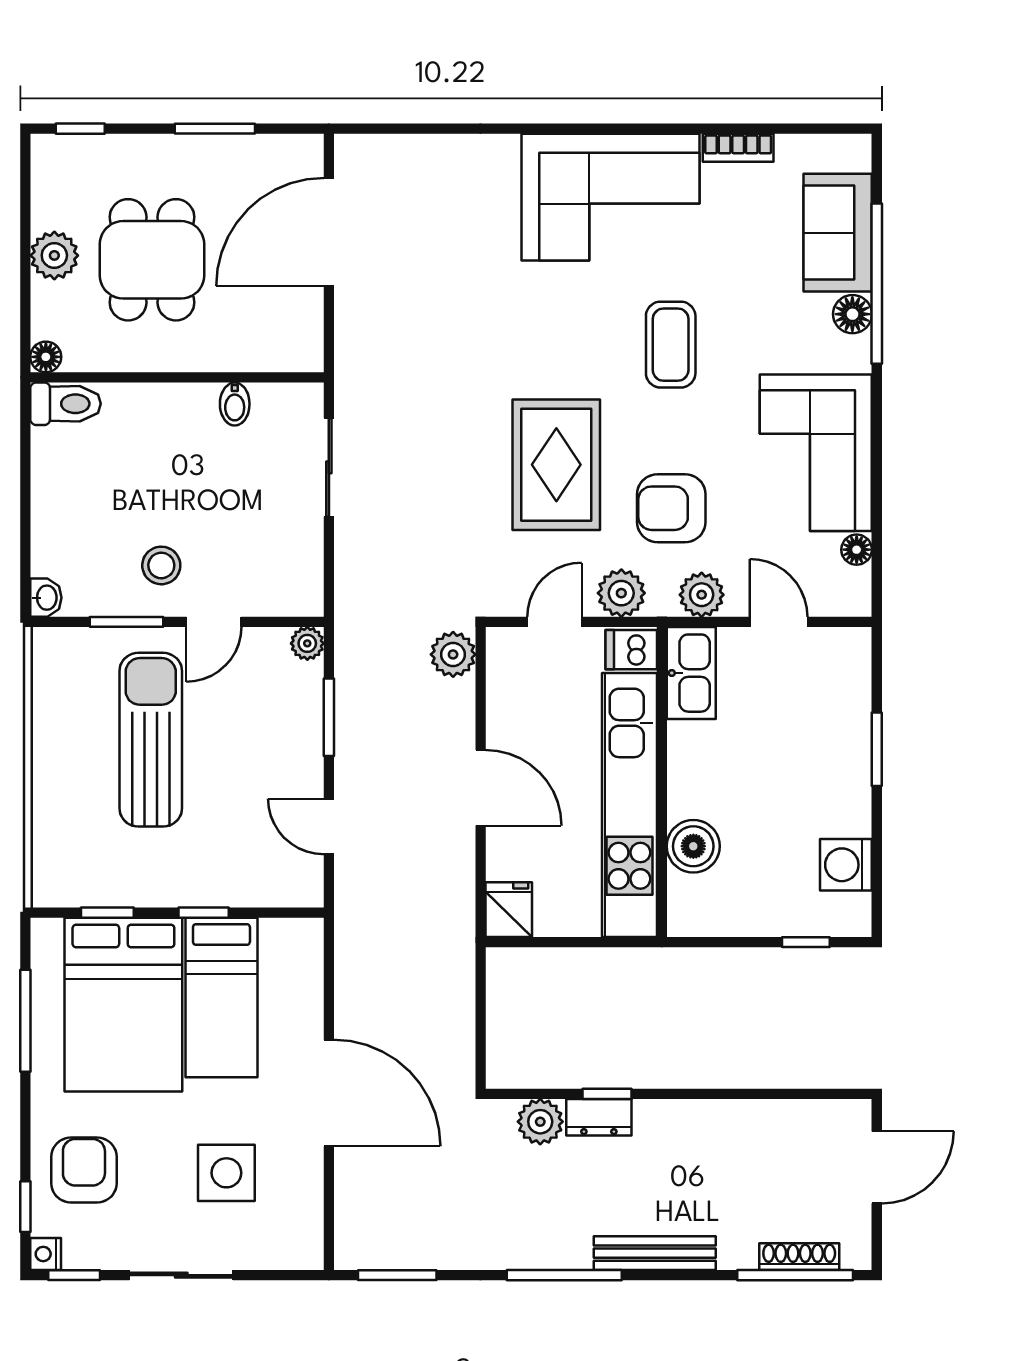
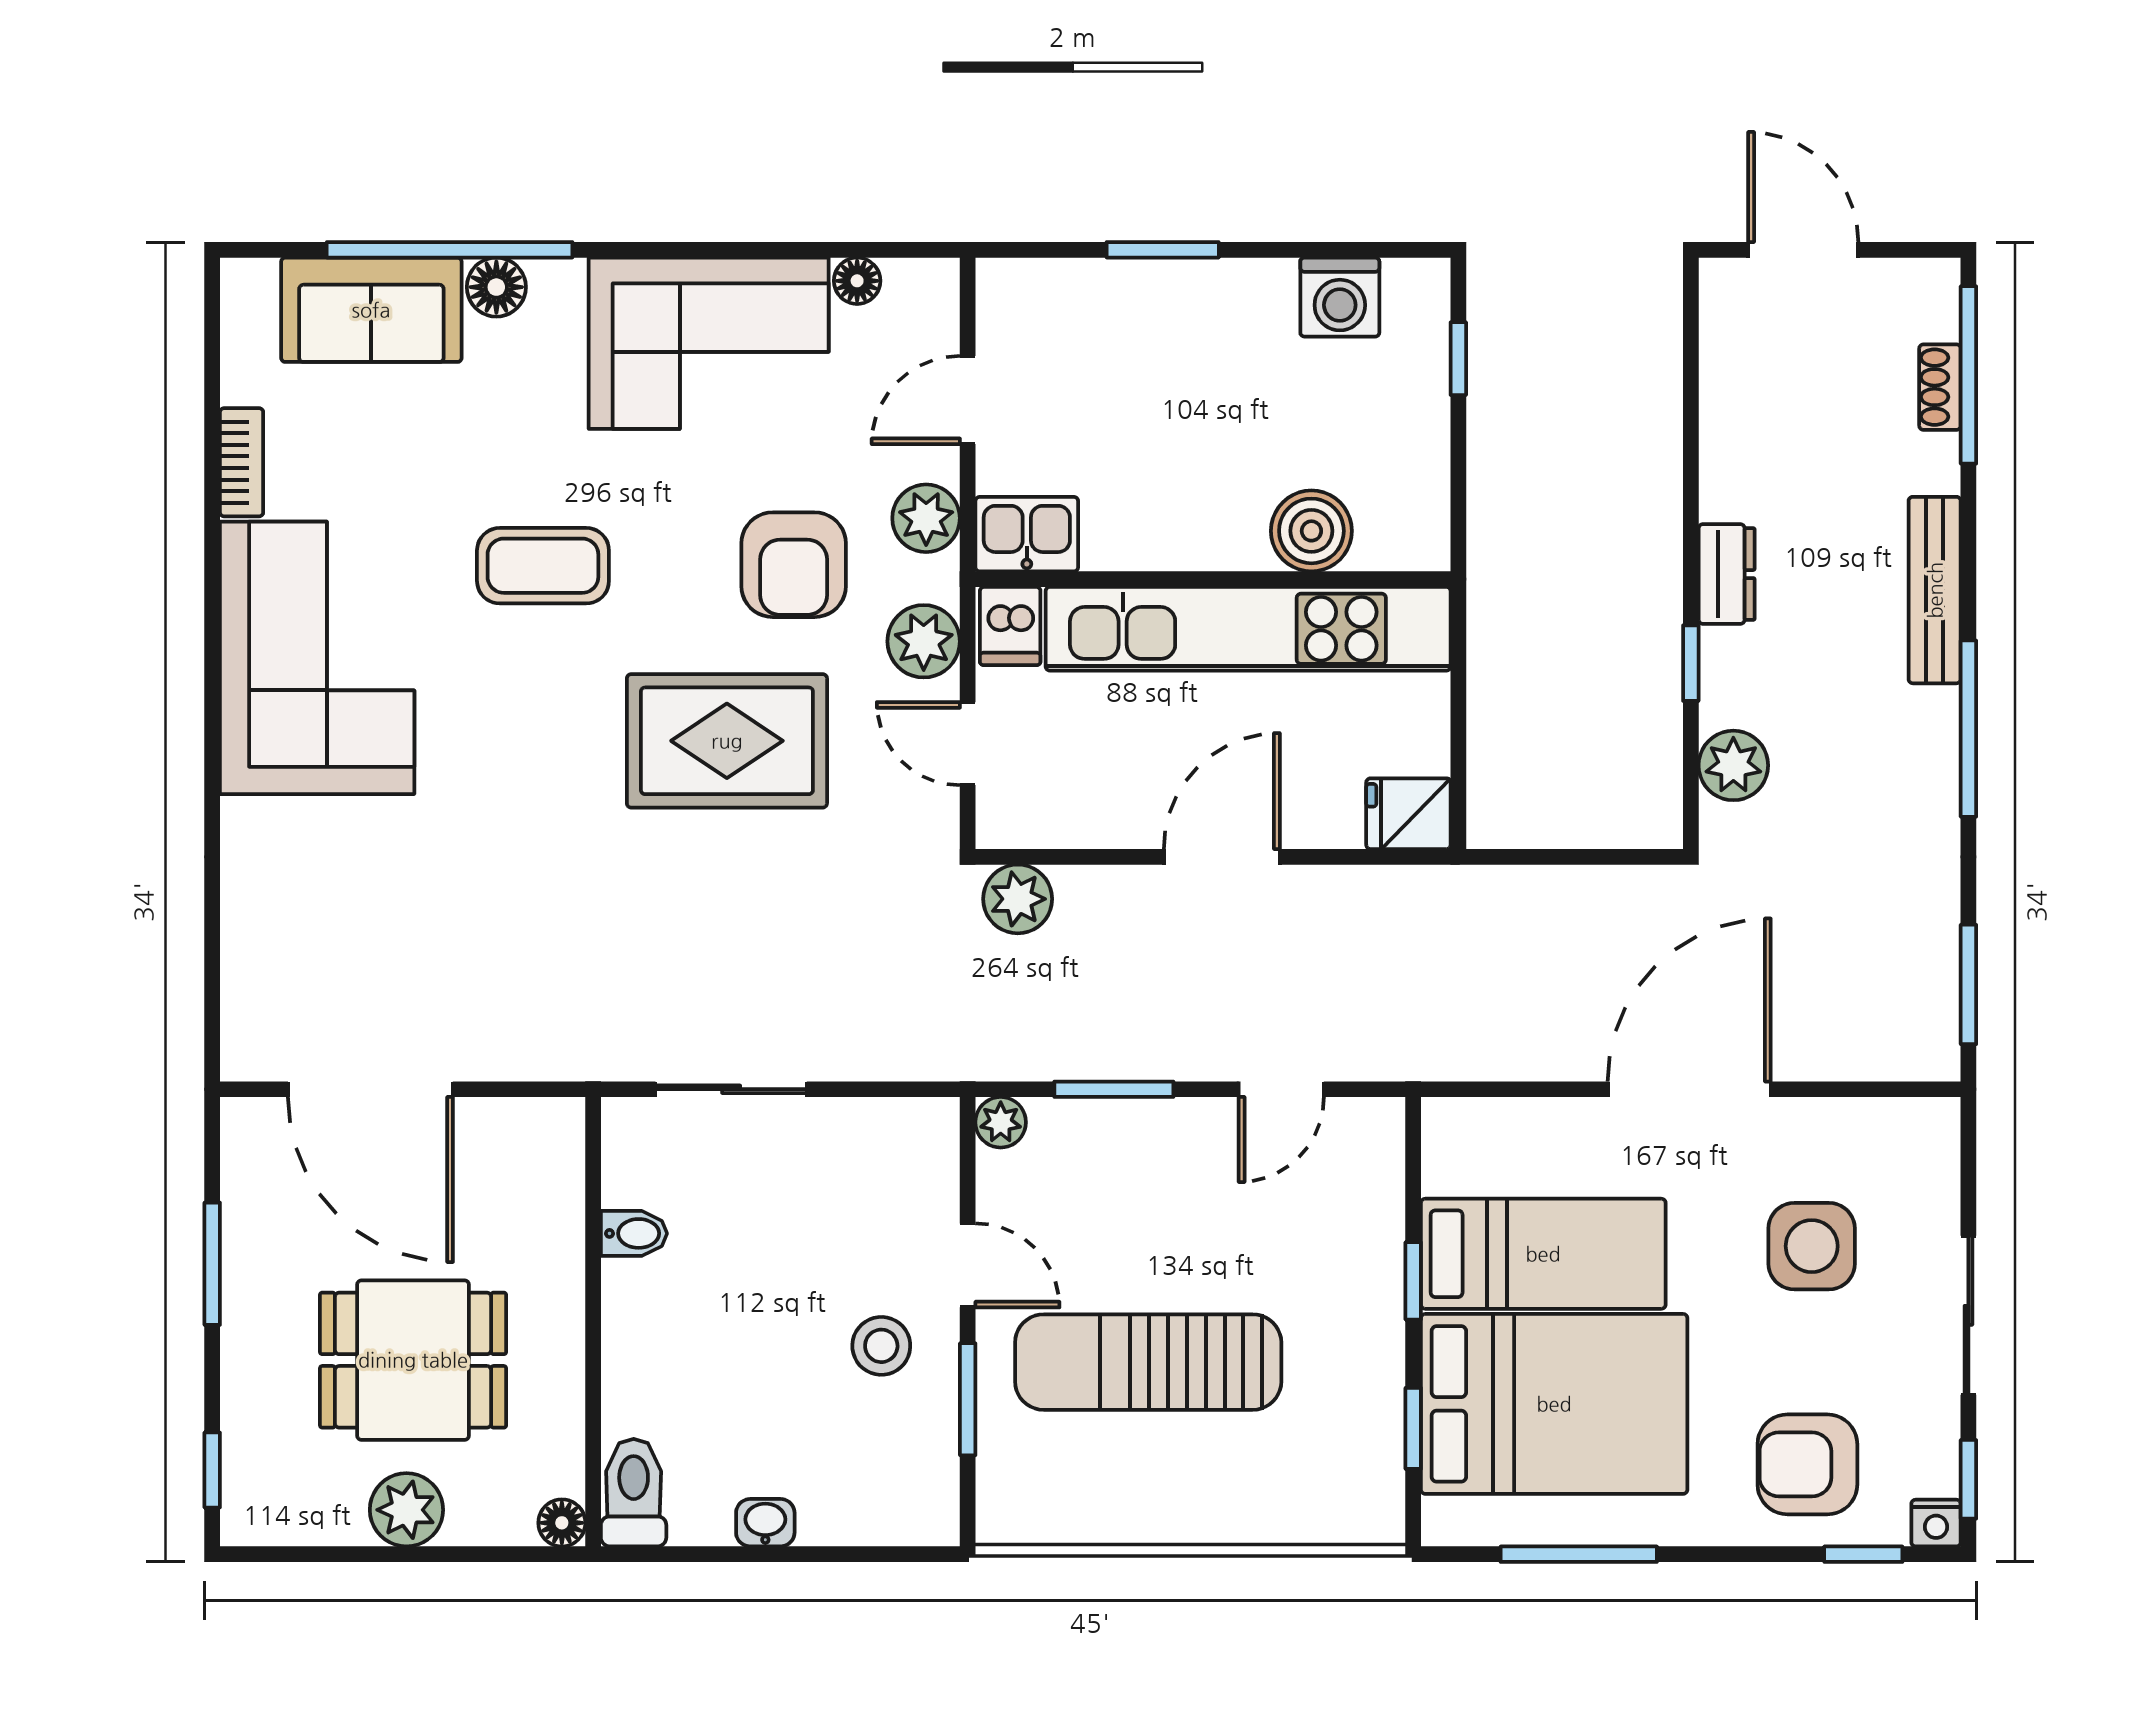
washbasin: (46, 598) -> (765, 1523), moved
kitchen sink: (691, 673) -> (1027, 534), width x0.73
dresser: (599, 1117) -> (1727, 574), moved
shoe rack: (799, 1257) -> (1940, 387), width x0.70

